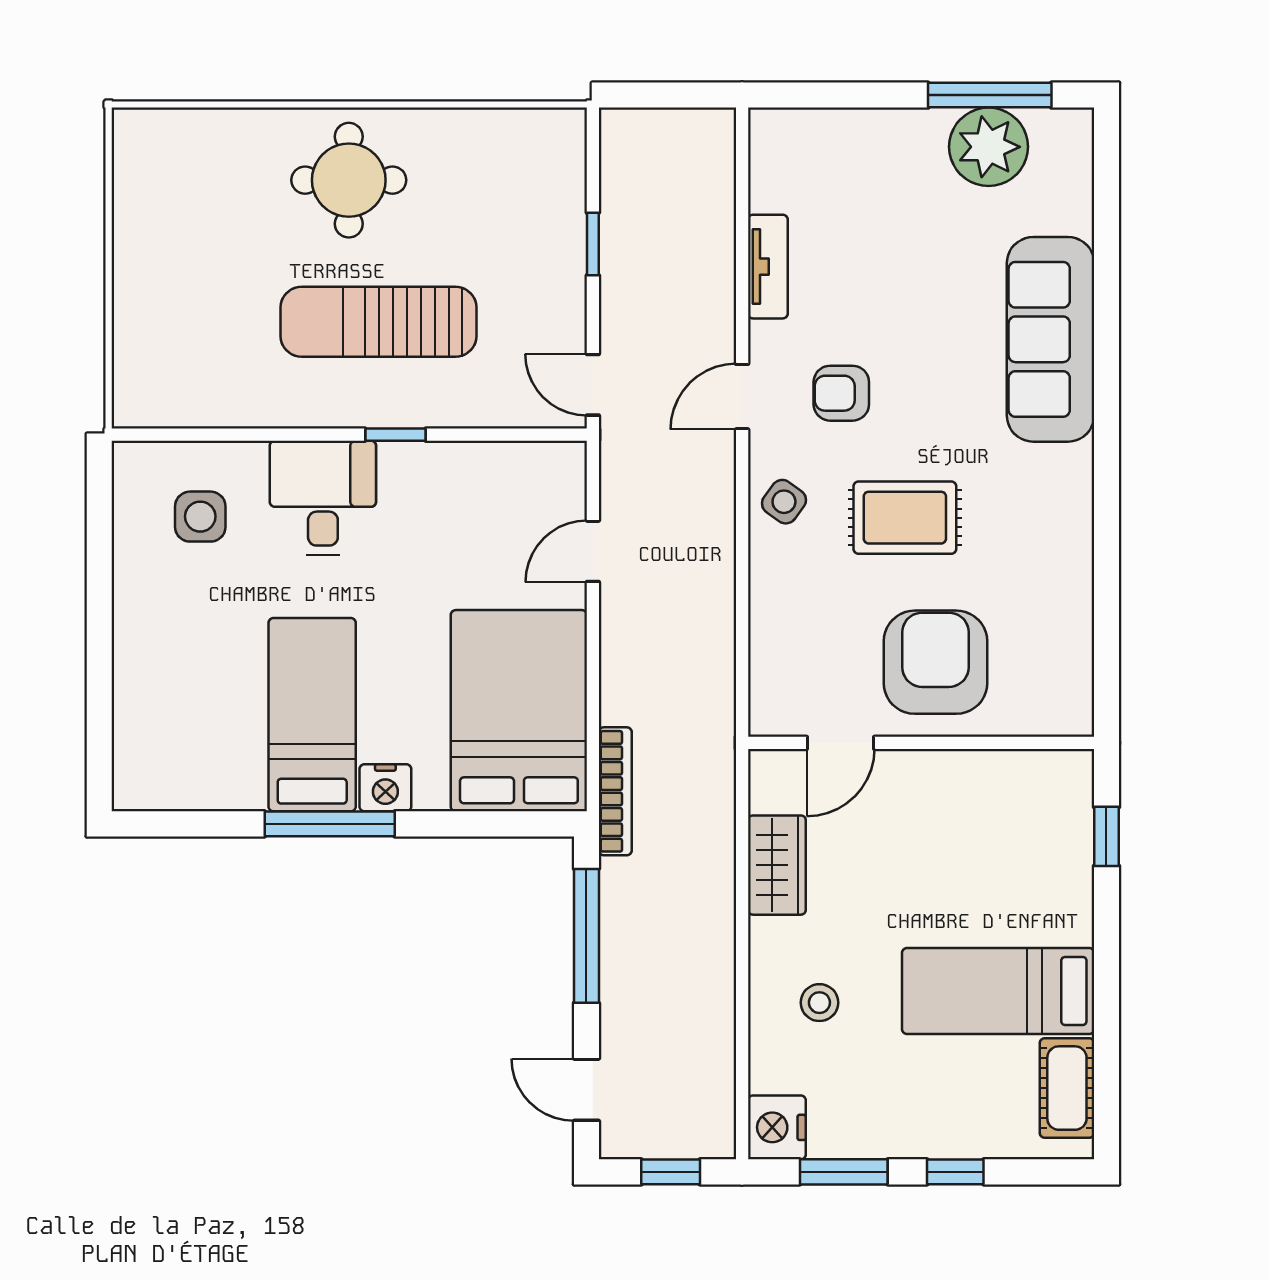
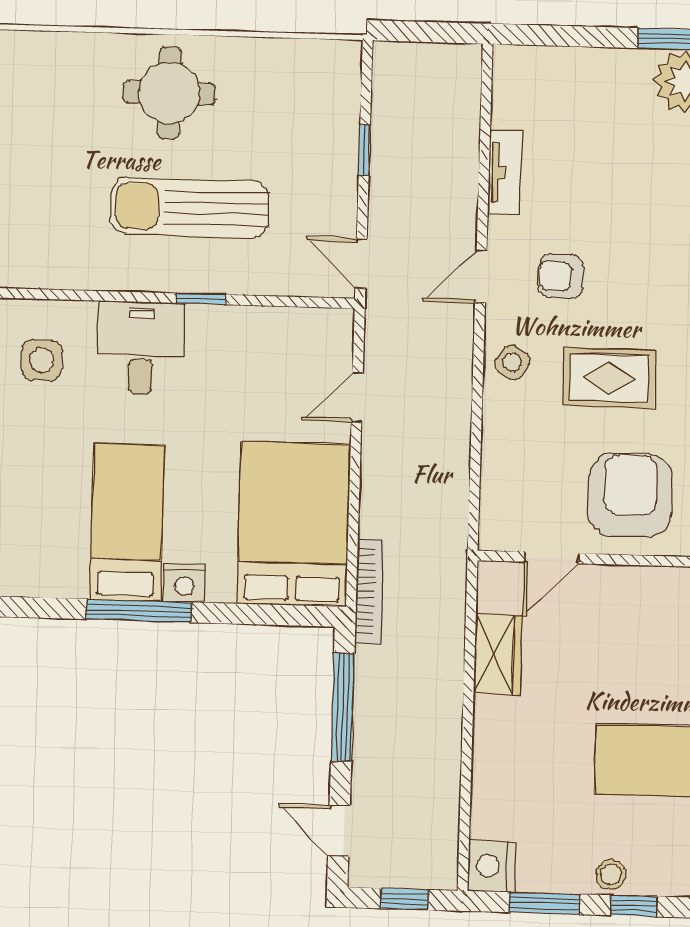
stool: (819, 1003) -> (611, 875), moved

